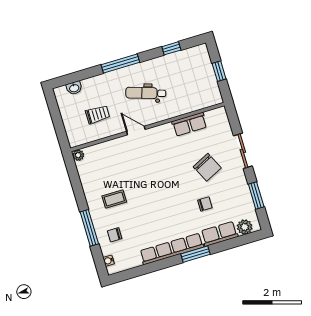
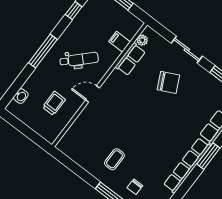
dental chair: (146, 93) -> (79, 60), turned -153
filing cabinet: (191, 103) -> (120, 42), added
plant: (78, 155) -> (142, 40), moved
chair: (205, 204) -> (187, 112), removed

